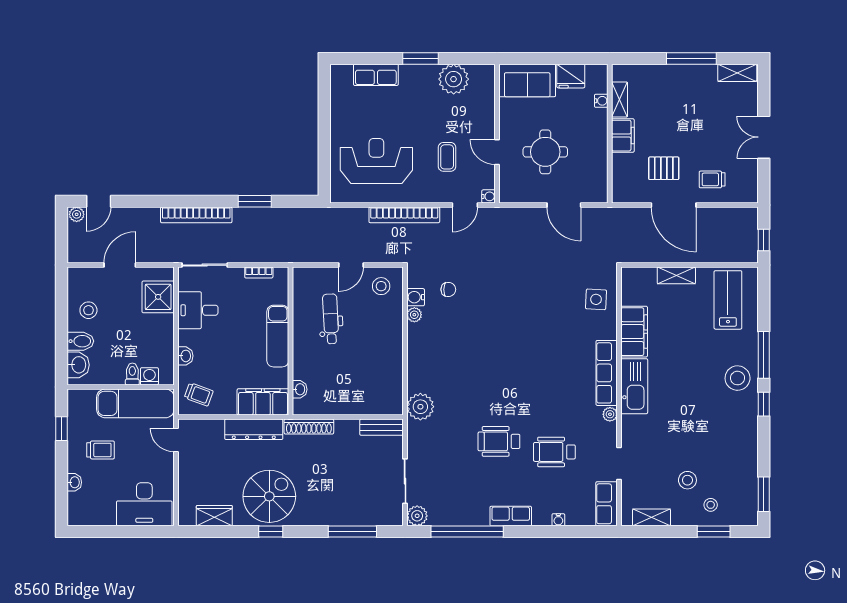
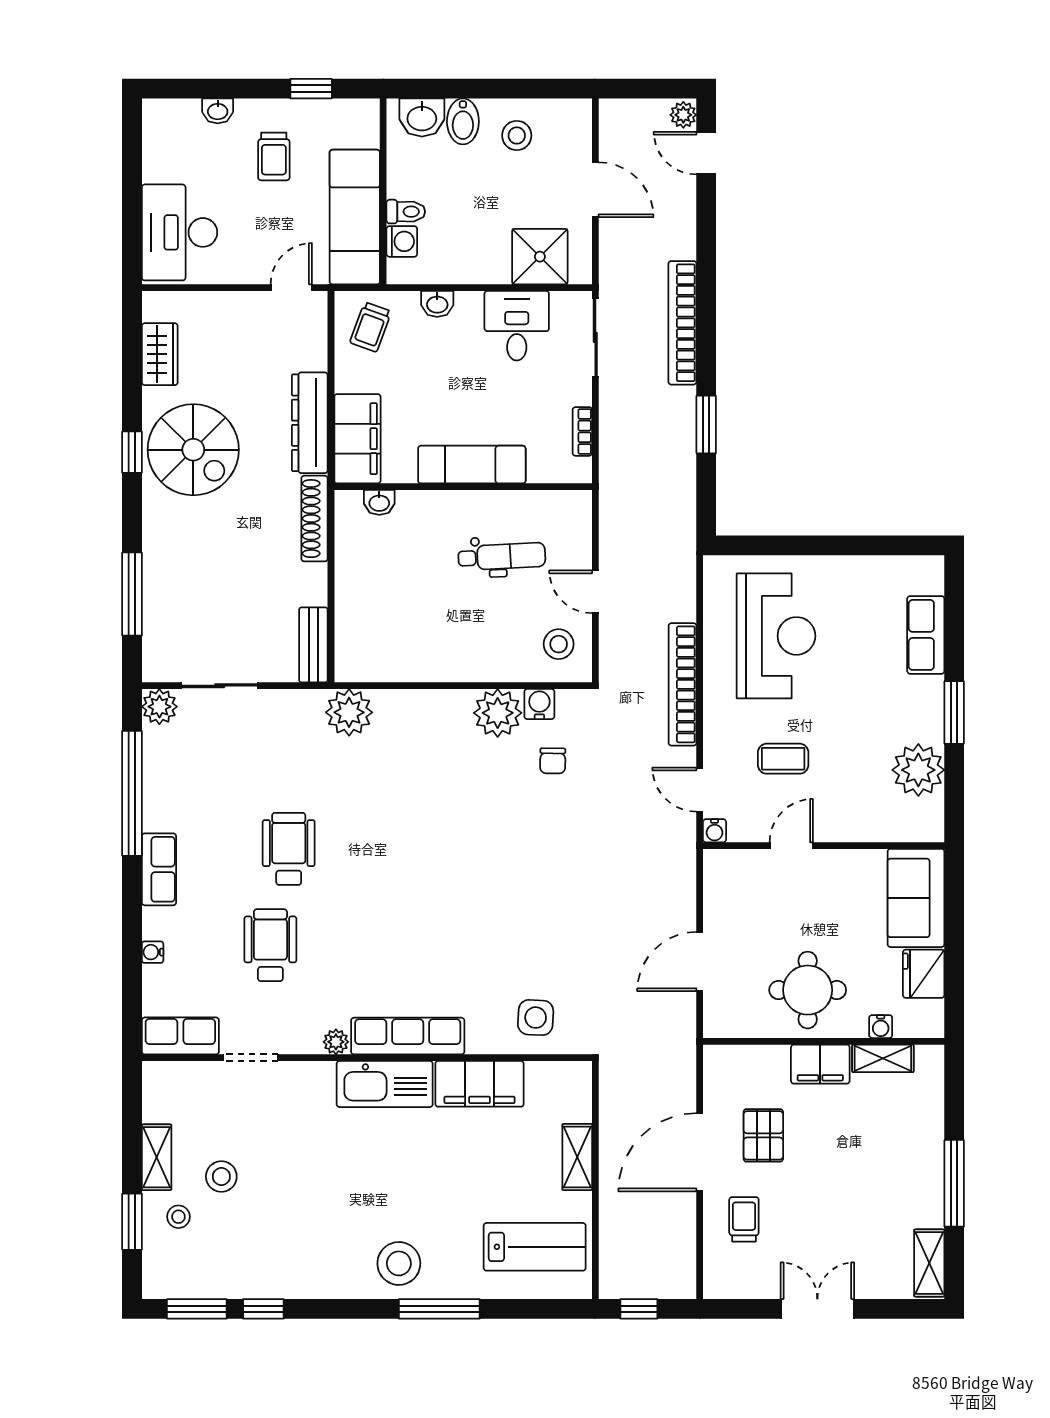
round table: (545, 152) -> (808, 990), moved
plant: (414, 315) -> (498, 713), width x1.88, depth x1.88
window: (764, 404) -> (263, 1309), moved
shelving: (651, 517) -> (157, 1157), moved

